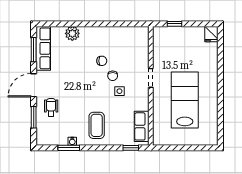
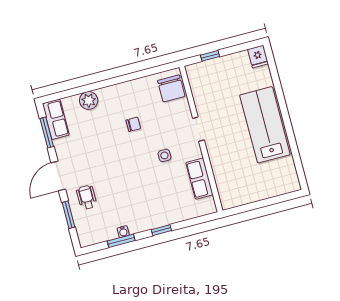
row of seats: (43, 48) -> (56, 119), width x0.68
chair: (113, 76) -> (171, 88), moved, width x1.87, depth x1.87
lab bench: (185, 100) -> (265, 125), moved
coffee table: (97, 125) -> (148, 204), removed
row of seats: (142, 126) -> (200, 179), moved
window: (131, 148) -> (161, 230), moved

